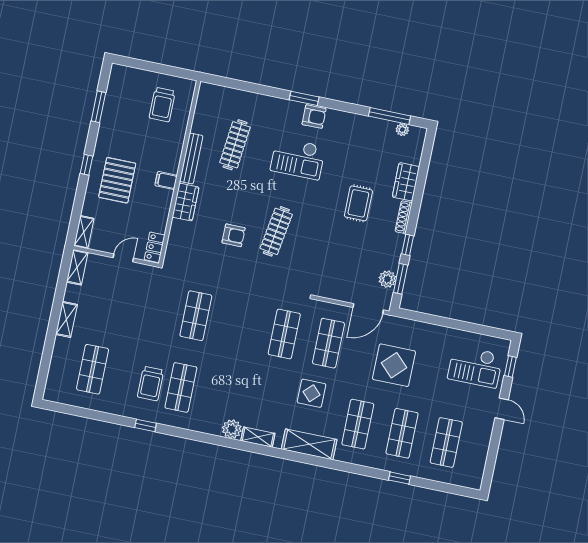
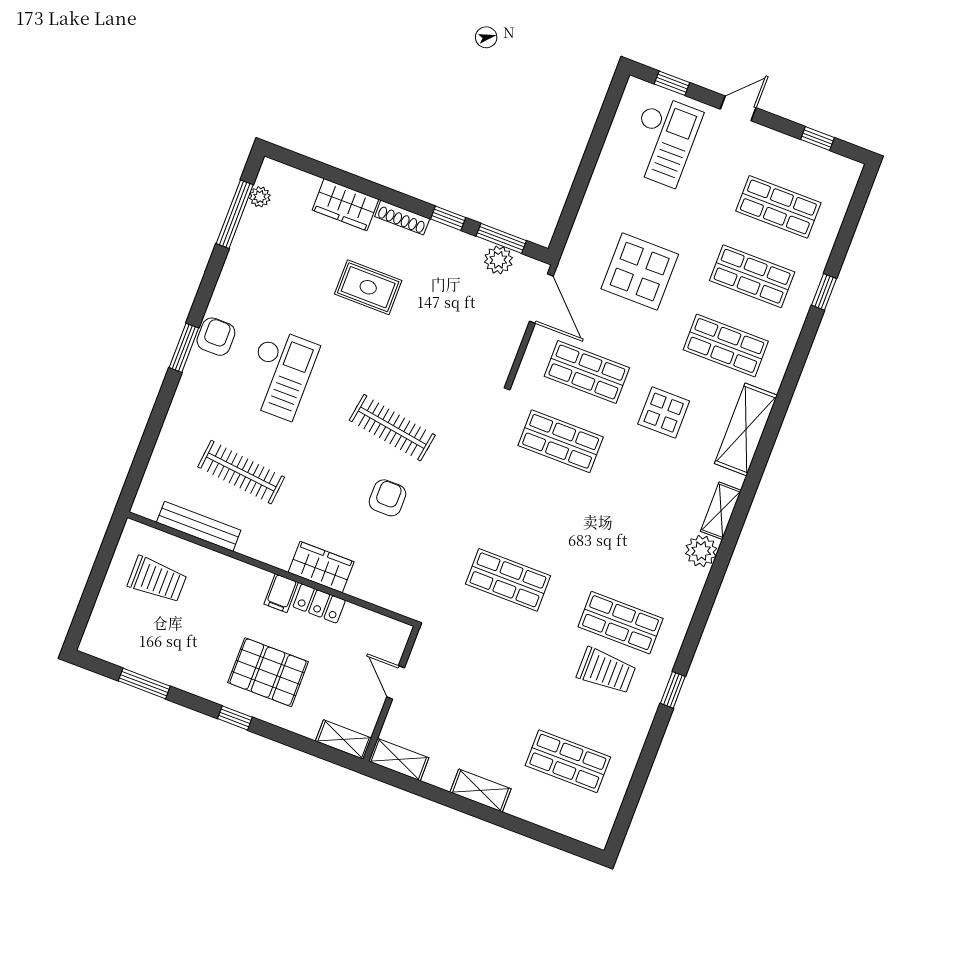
bench: (191, 159) -> (199, 526), moved
locker: (155, 247) -> (319, 603), moved
window: (491, 459) -> (818, 139), added

